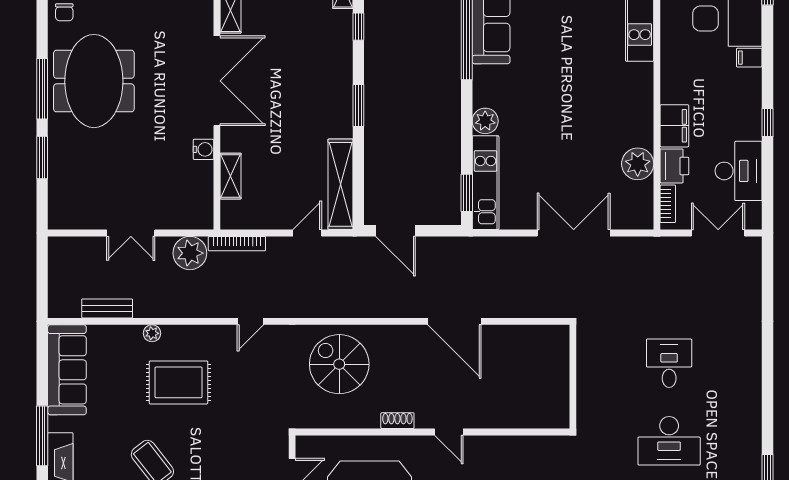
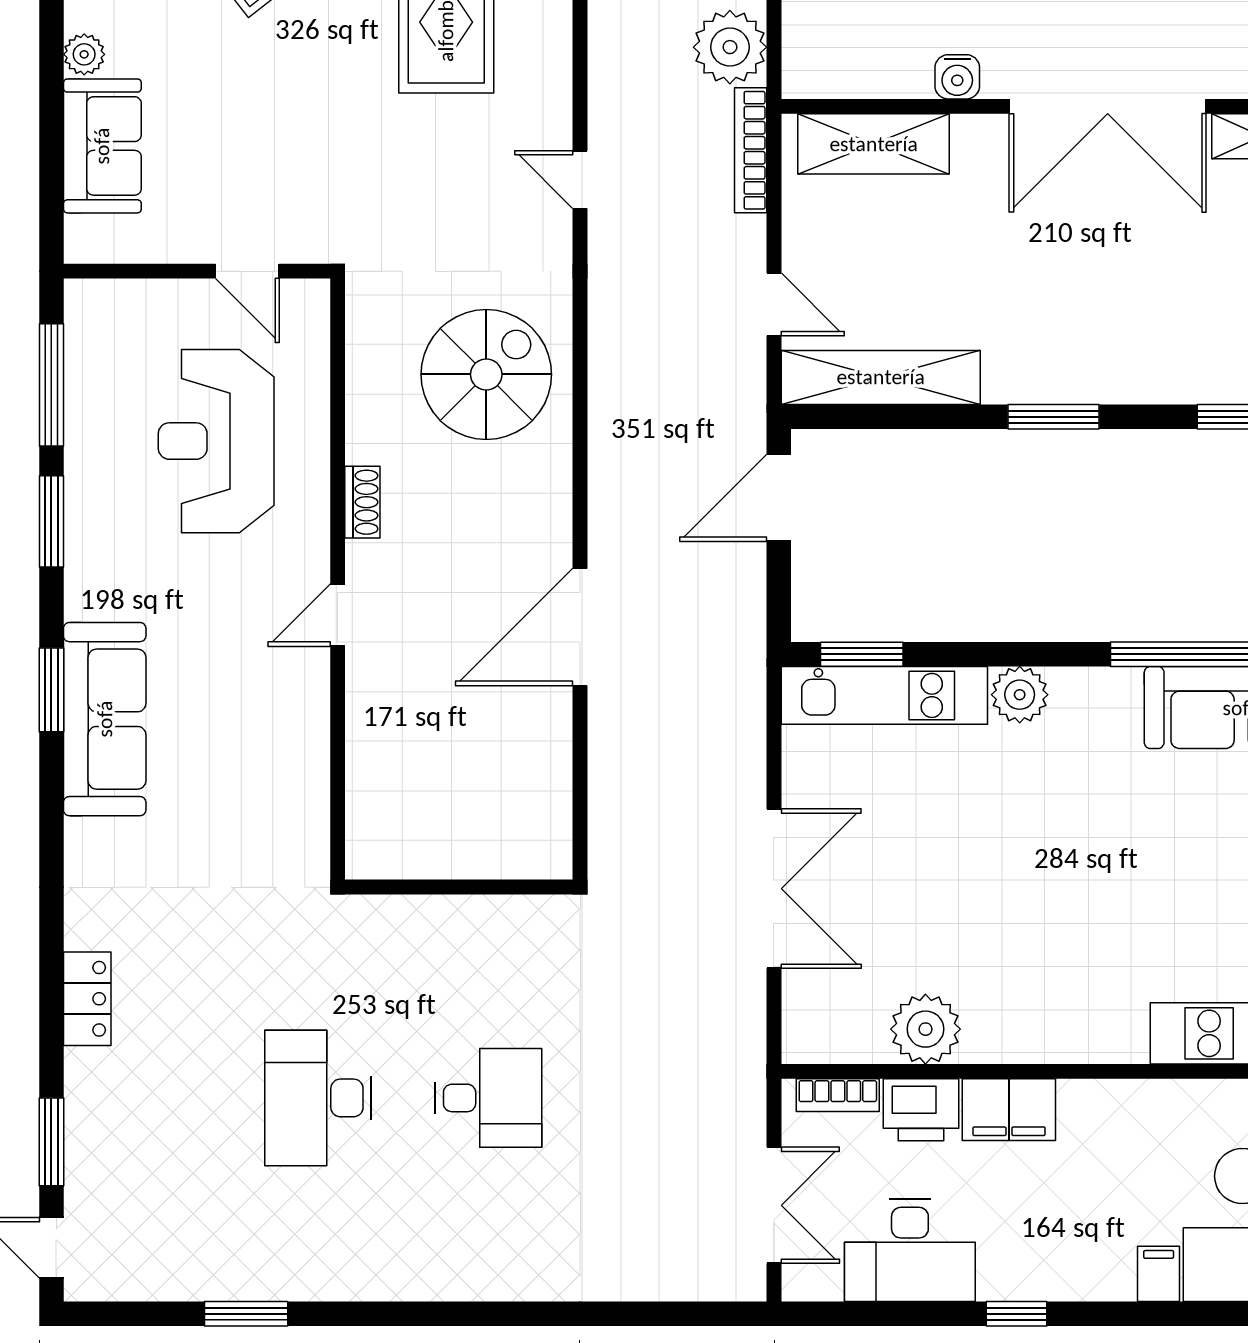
shelving: (231, 176) -> (874, 144), width x1.50, depth x1.33

